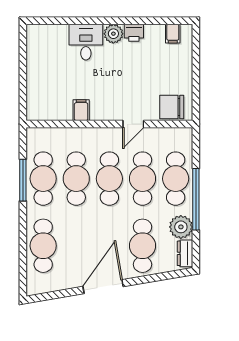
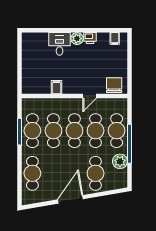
chair: (172, 107) -> (114, 85), turned 90
dresser: (185, 253) -> (123, 178), removed

